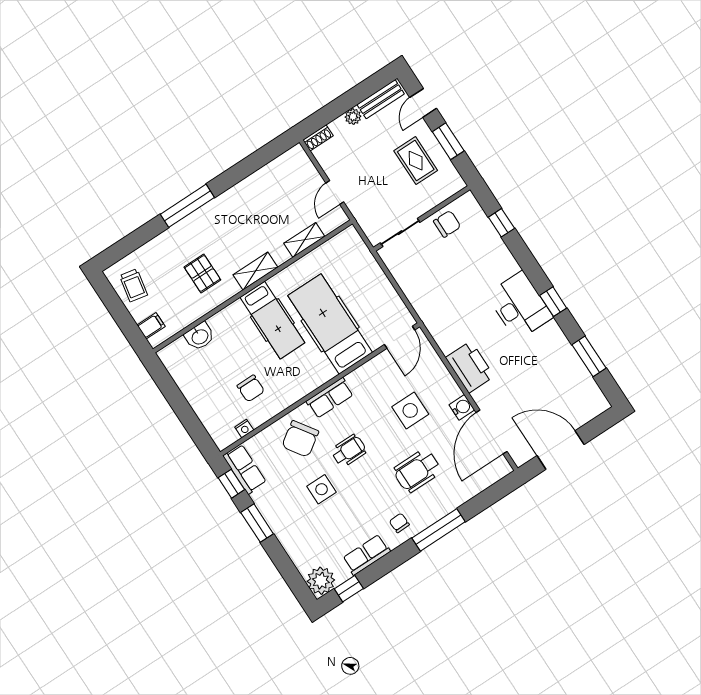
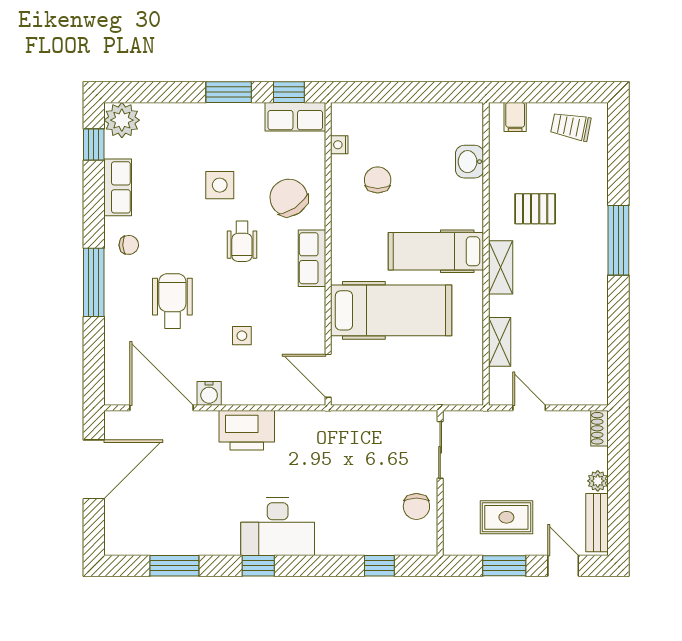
chair: (251, 388) -> (378, 180), turned 90
side table: (410, 410) -> (242, 336), width x0.54, depth x0.54

